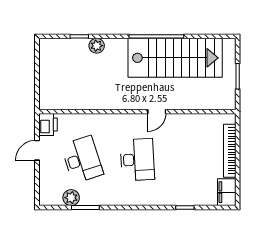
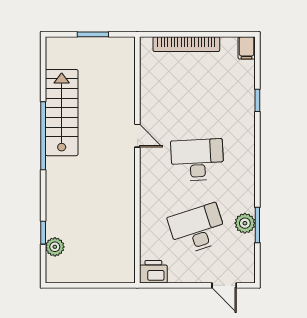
plant: (97, 46) -> (55, 247), moved
stairs: (175, 58) -> (62, 113), width x0.73, depth x0.66
door: (37, 150) -> (224, 285), moved
filing cabinet: (227, 192) -> (247, 48), width x0.50
plant: (71, 198) -> (245, 223), moved

